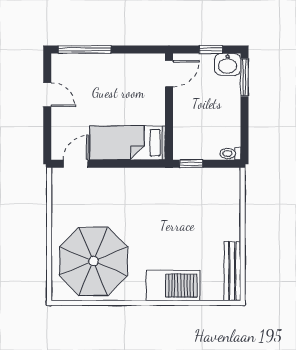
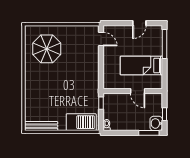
door: (169, 74) -> (138, 91), moved
bed: (128, 143) -> (141, 66), moved, turned -90
parasol: (93, 261) -> (47, 49), width x0.73, depth x0.73
barbecue: (173, 286) -> (81, 122), moved, turned -90

